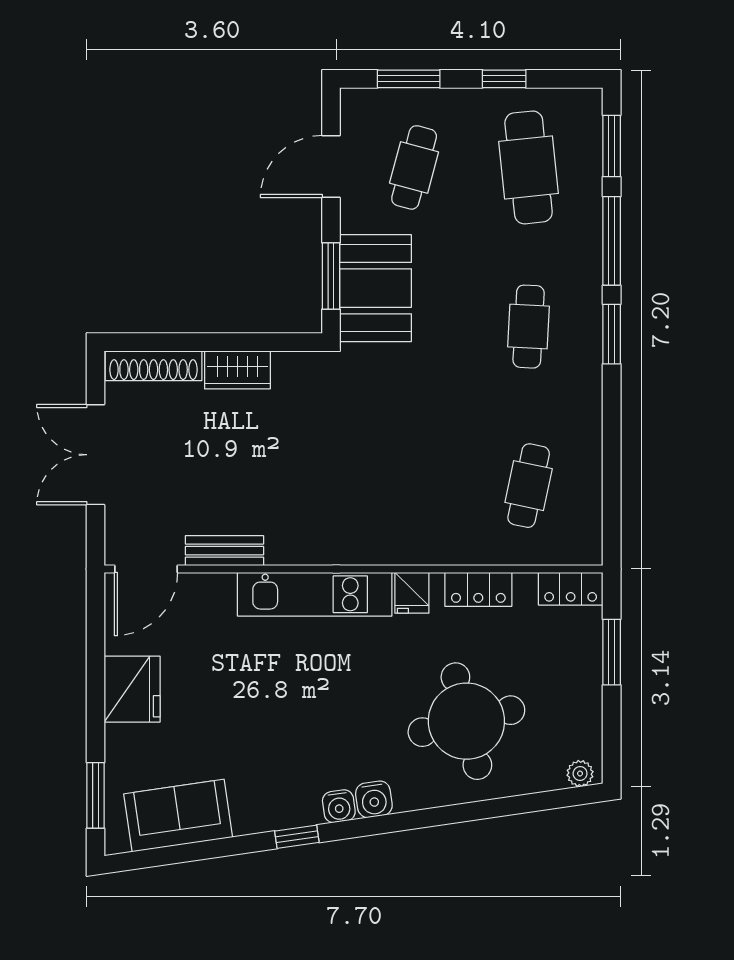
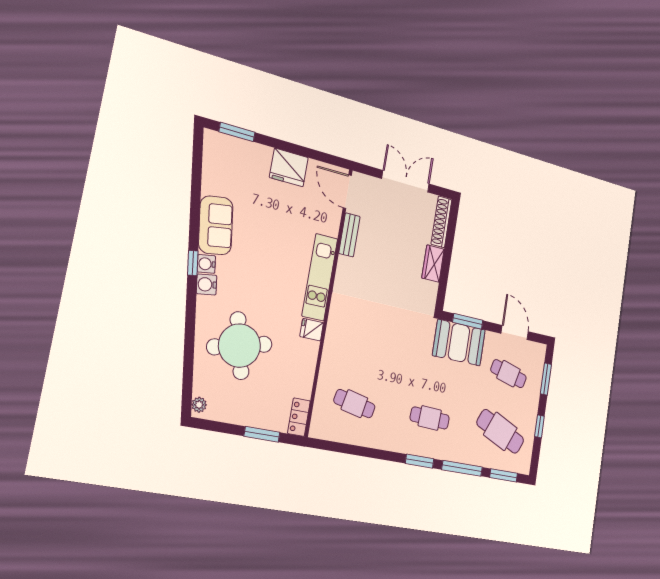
cafe table: (529, 167) -> (500, 431), turned 30
locker: (478, 589) -> (307, 366), removed
sofa: (178, 816) -> (216, 225), moved
window: (297, 837) -> (193, 263), moved

